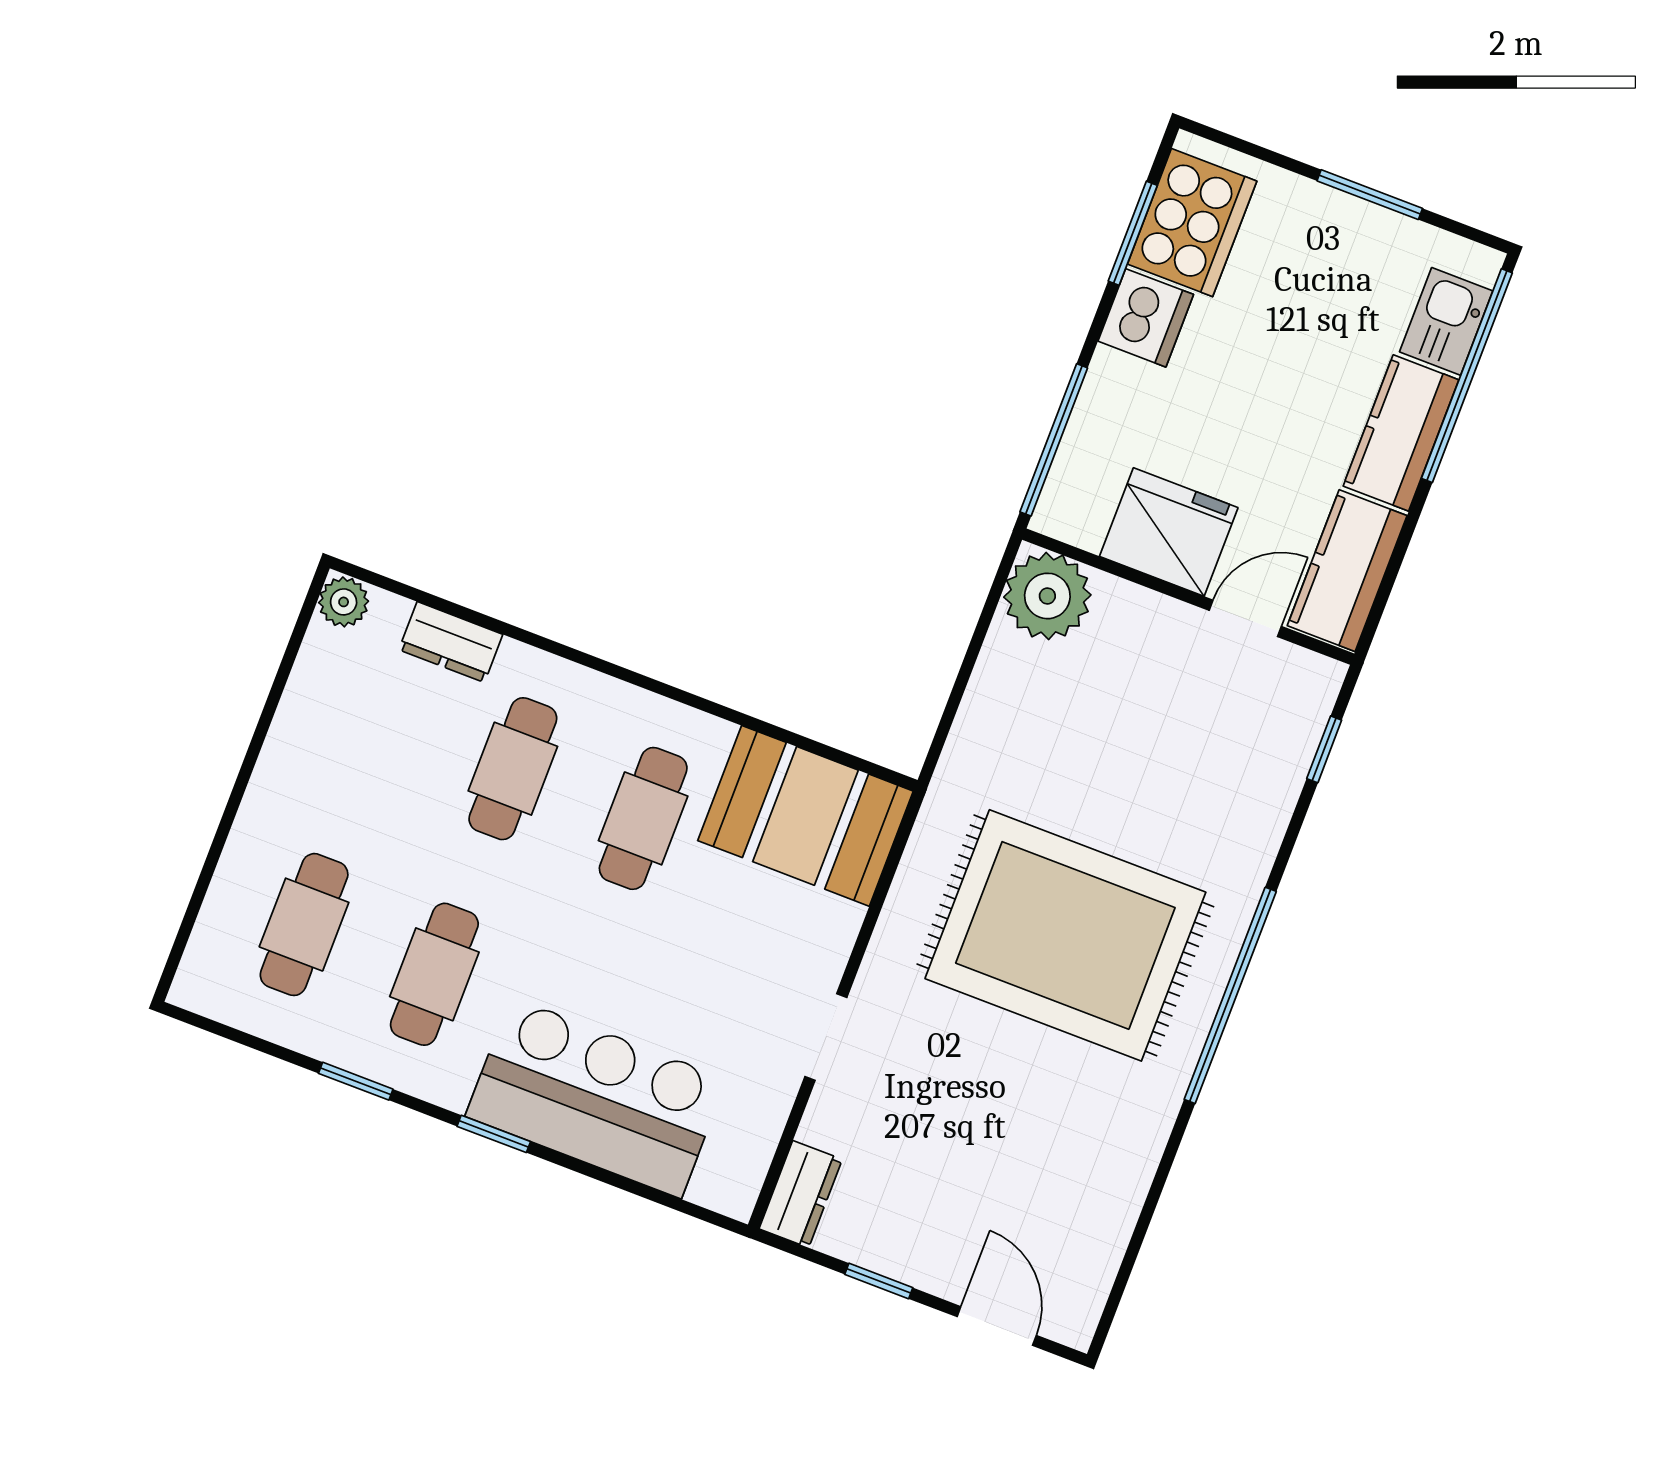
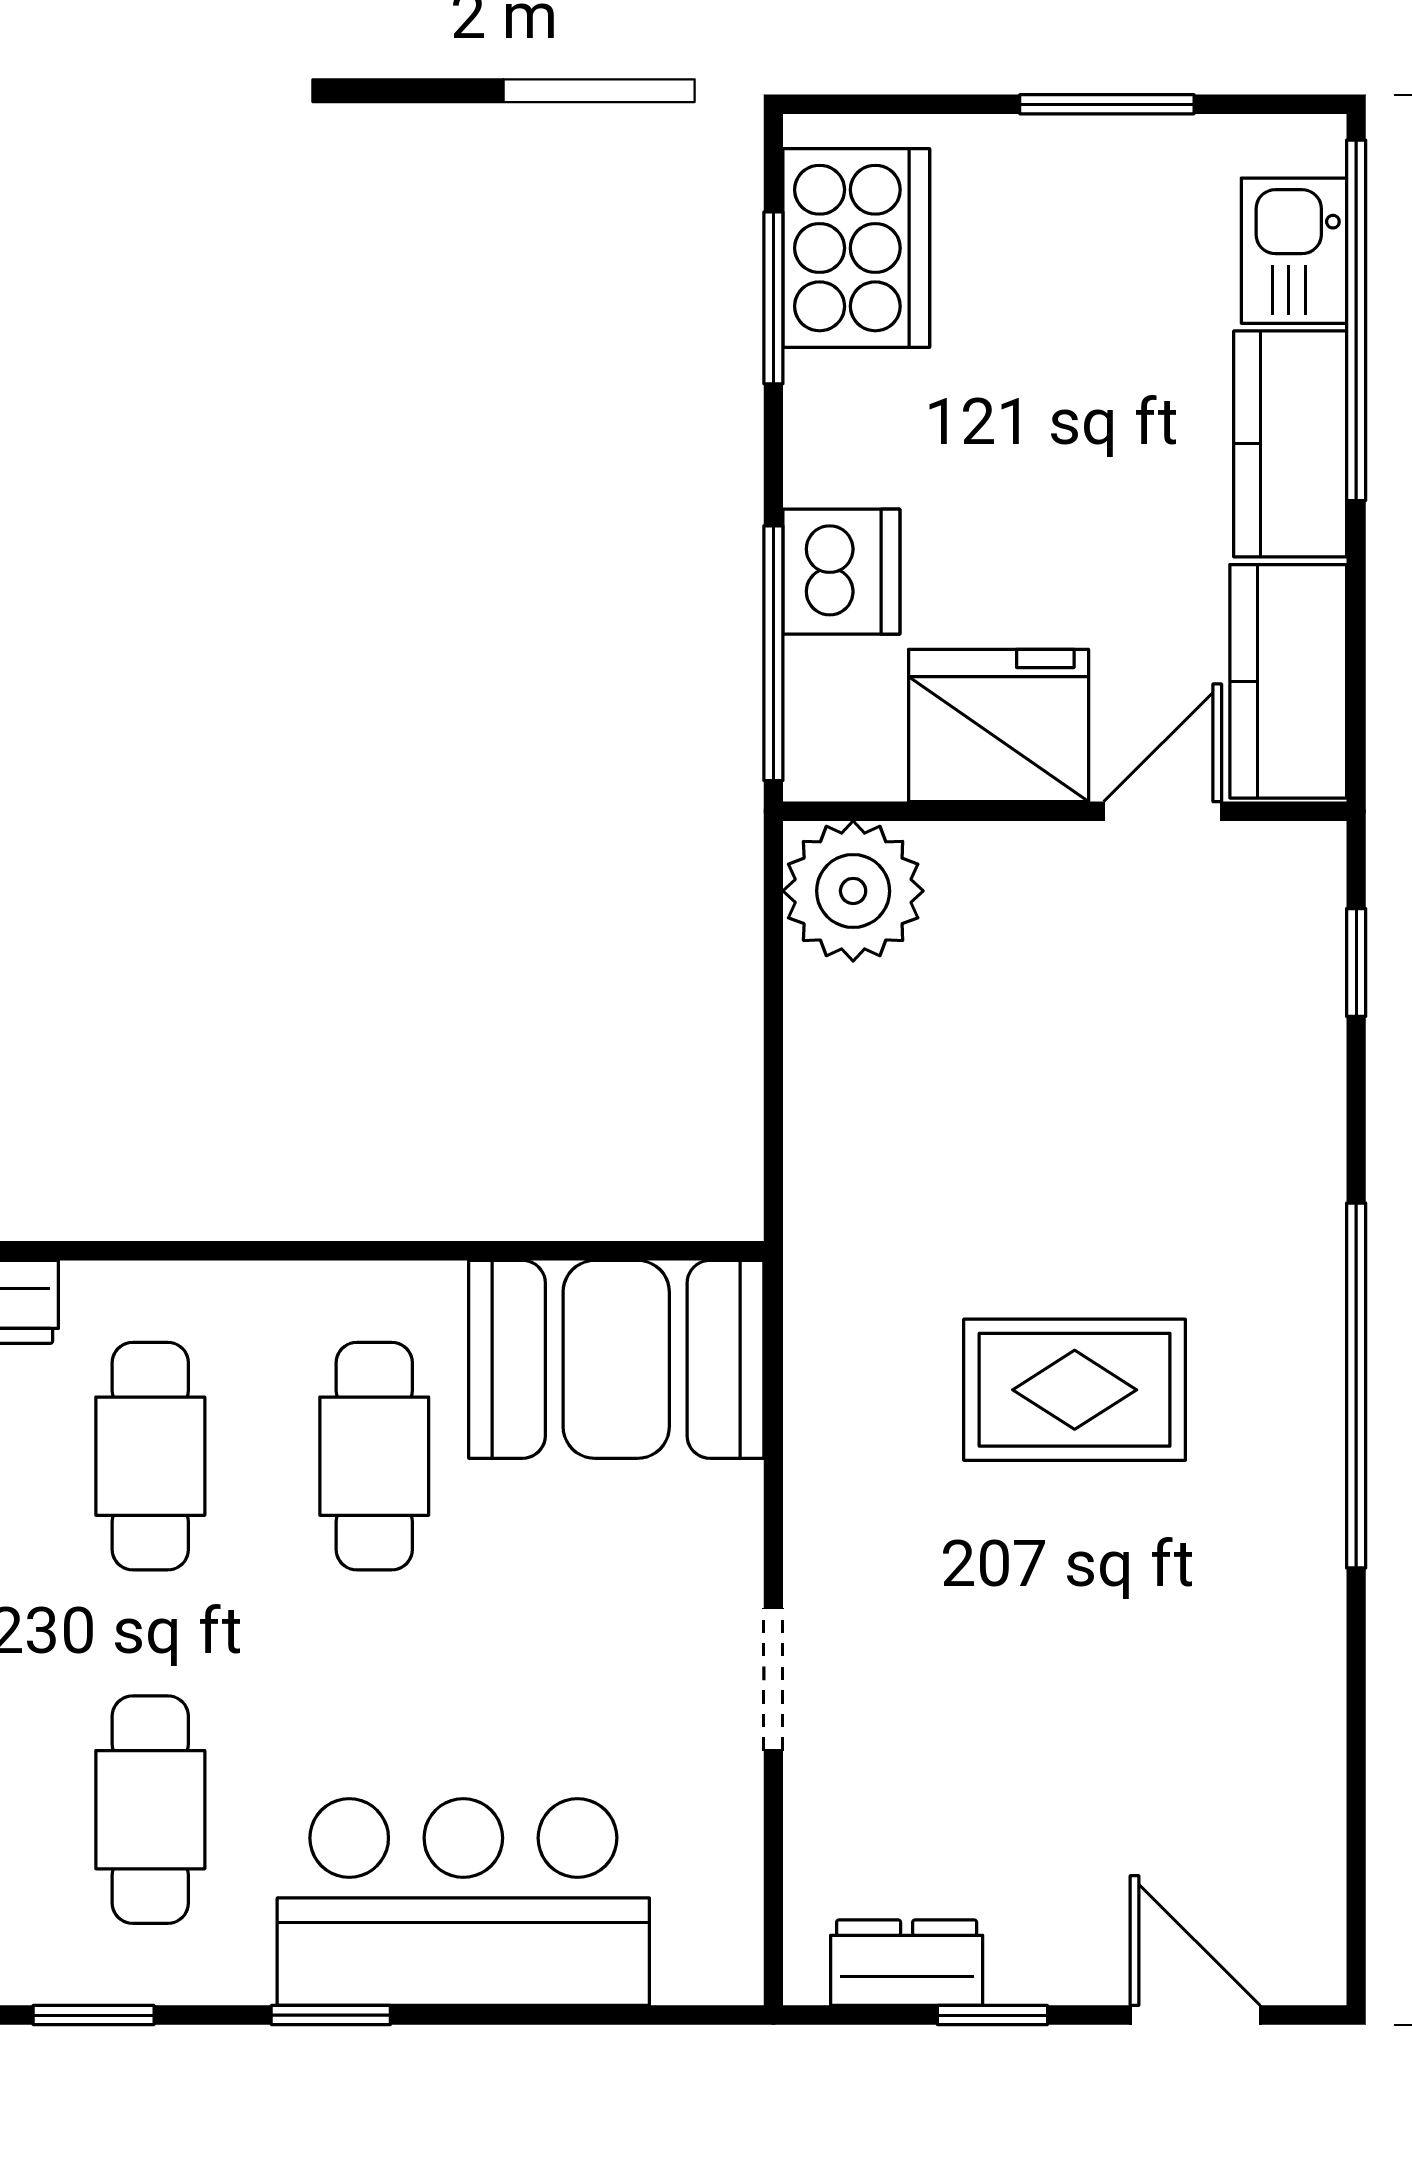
dishwasher: (1146, 318) -> (841, 572), moved
rug: (1065, 935) -> (1075, 1390), width x0.54, depth x0.49
dresser: (801, 1194) -> (907, 1963), moved, turned -90

